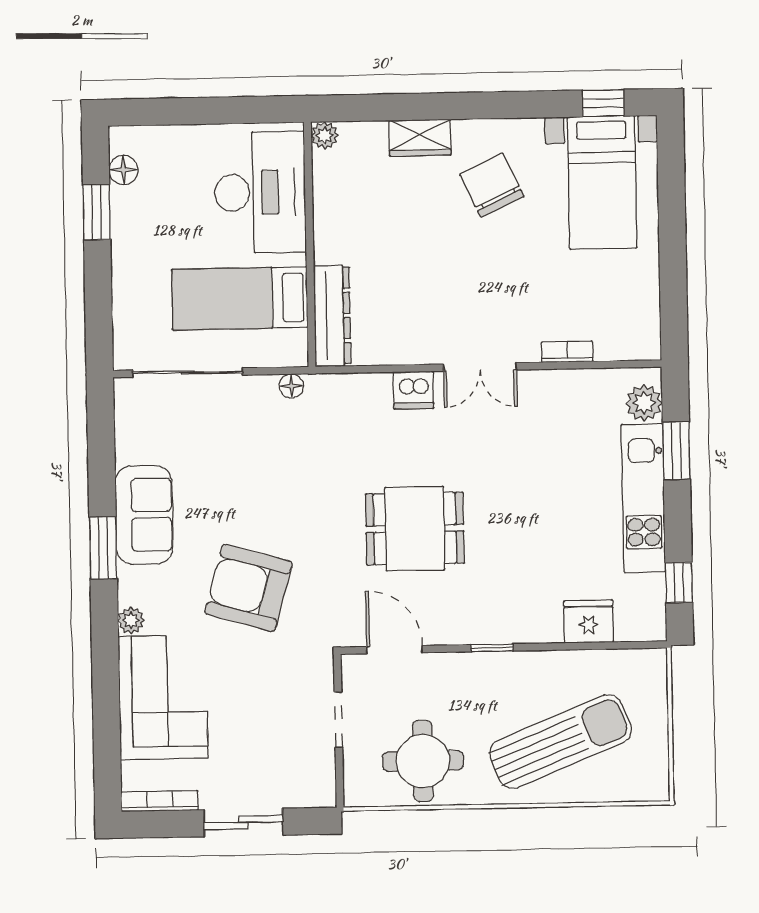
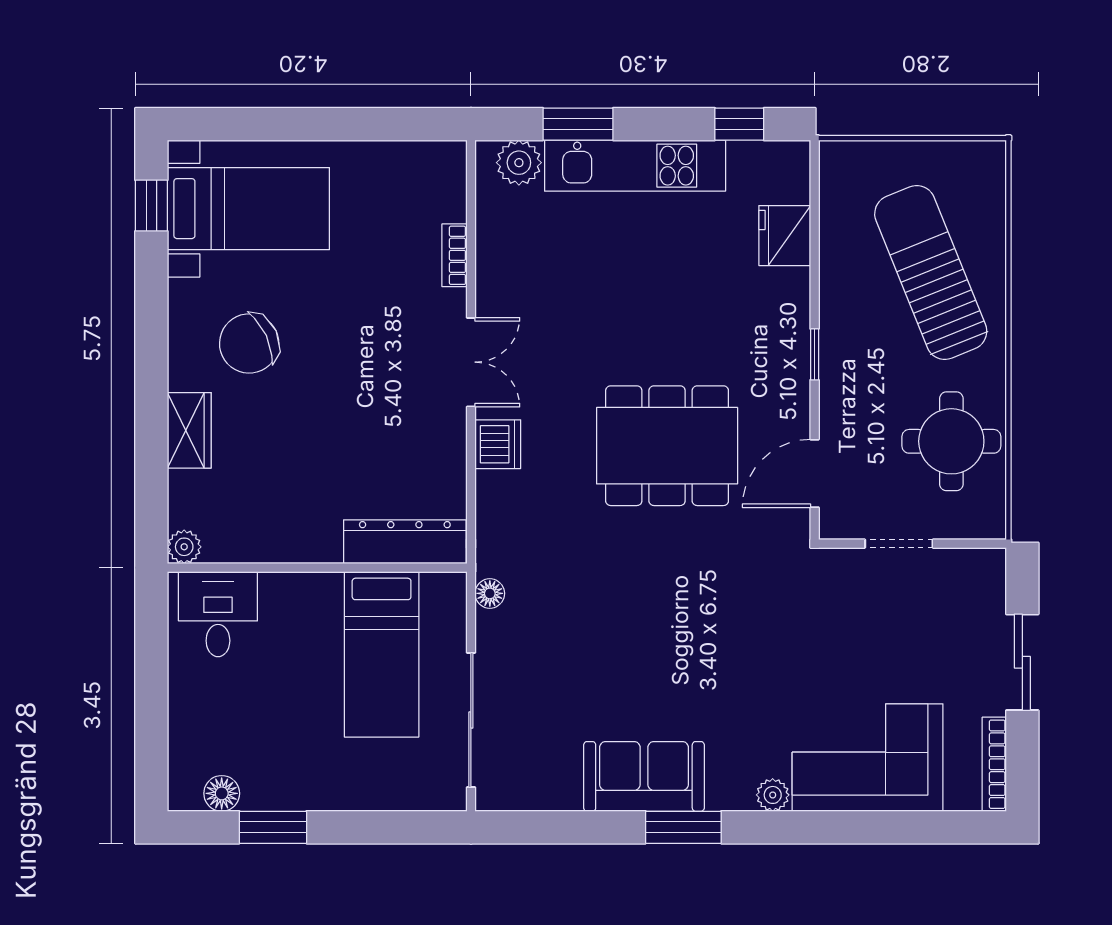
desk: (260, 192) -> (218, 614), width x0.53, depth x0.77
dining table: (415, 529) -> (667, 446), width x1.38
armchair: (249, 588) -> (736, 650), removed

